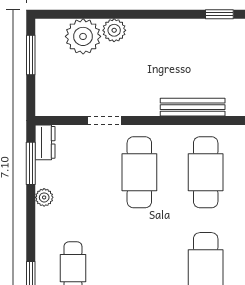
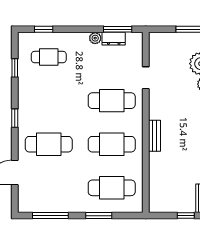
bench: (193, 107) -> (155, 136), width x0.73
dresser: (45, 142) -> (114, 39), moved

